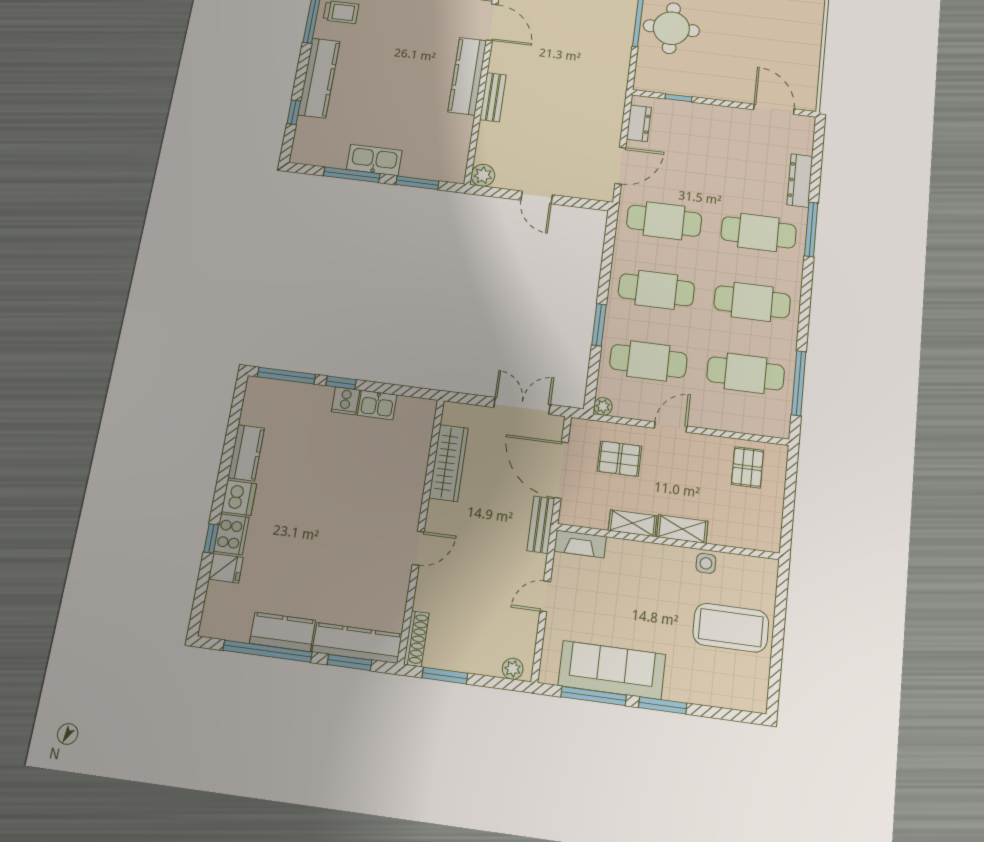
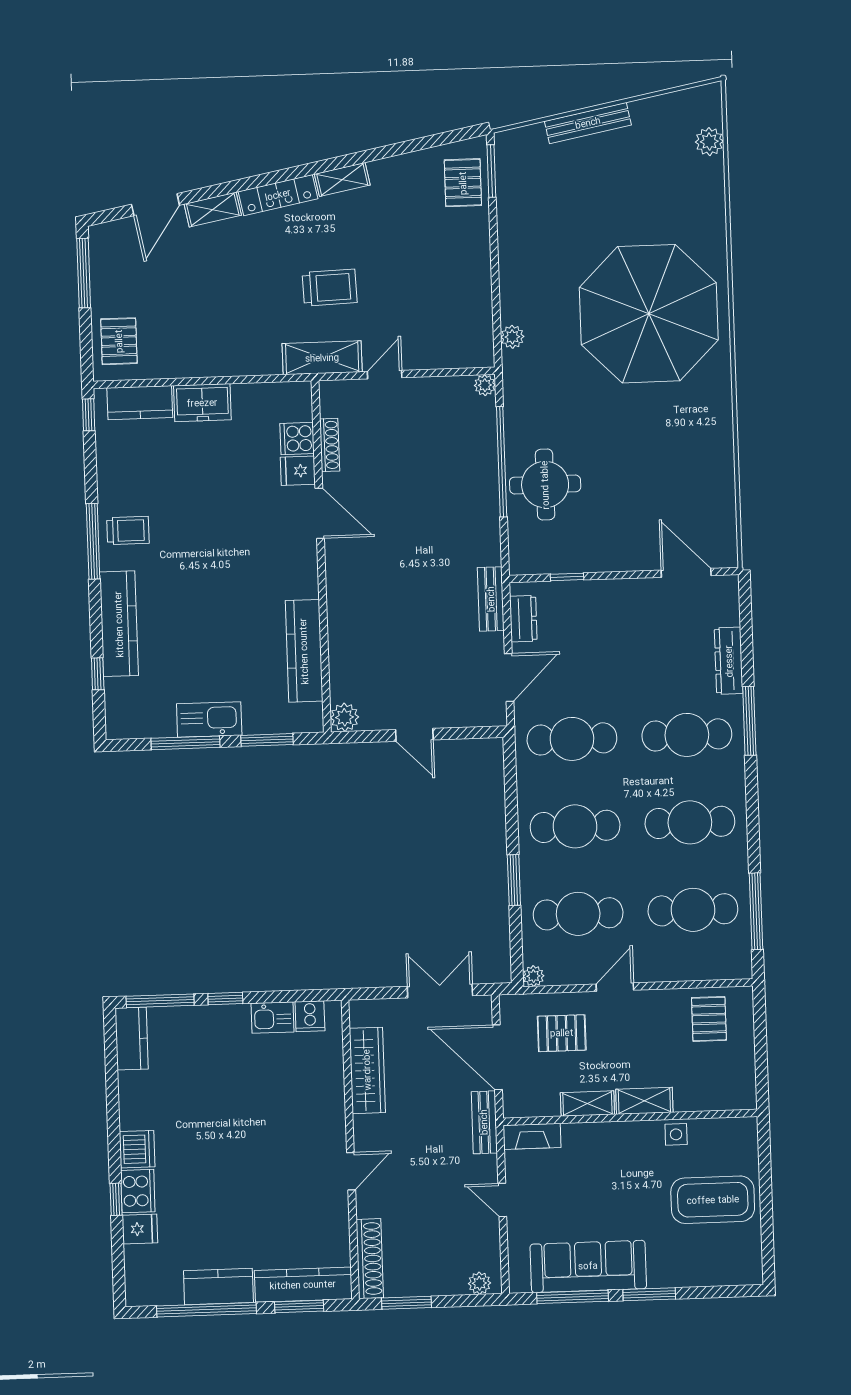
kitchen counter: (467, 76) -> (304, 651), moved
bench: (493, 97) -> (491, 599), moved
cooker: (346, 401) -> (310, 1016), moved
kitchen counter: (246, 453) -> (132, 1039), moved
door: (545, 596) -> (502, 1200), hinge flipped
shoe rack: (416, 639) -> (370, 1259), width x1.36, depth x1.24

